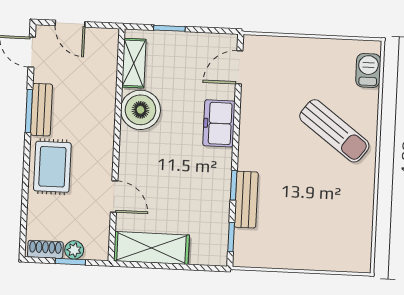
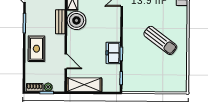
bench: (41, 110) -> (60, 22), moved
freezer: (219, 123) -> (113, 53), moved
sun lounger: (334, 131) -> (160, 40), moved
bench: (246, 200) -> (127, 60), removed

